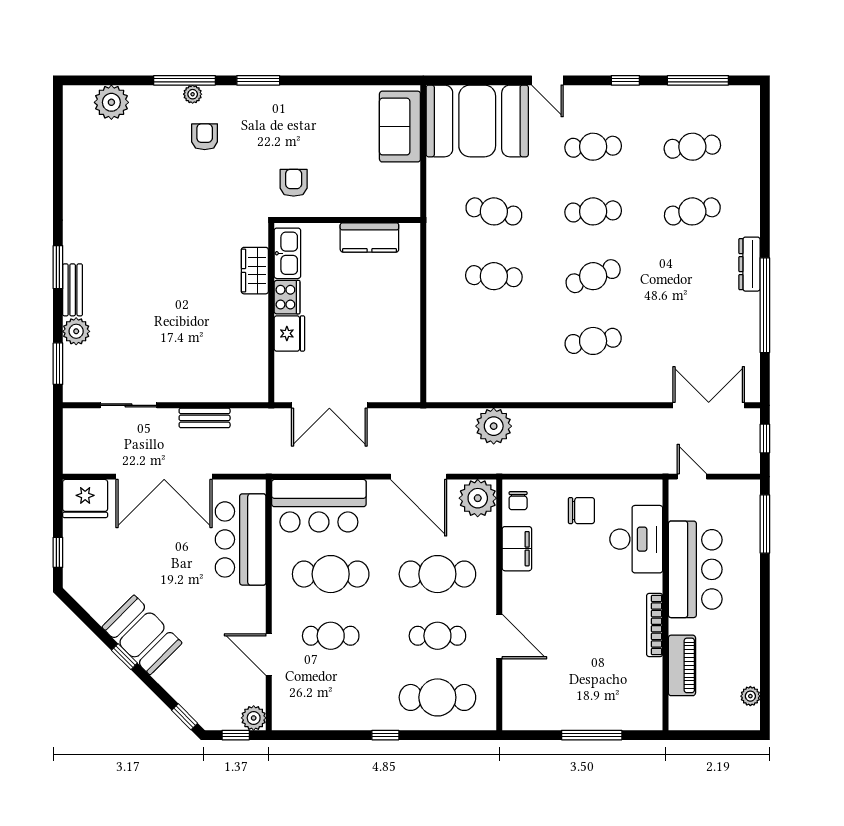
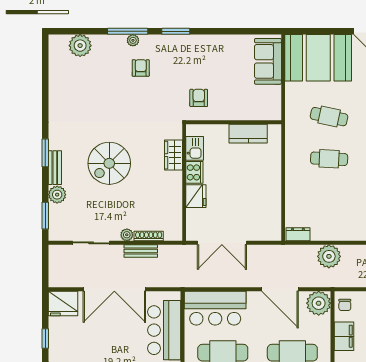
kitchen sink: (287, 253) -> (195, 148), width x0.73
spiral stairs: (156, 283) -> (109, 163), added
dresser: (446, 392) -> (298, 234), added
plant: (183, 393) -> (127, 235), added
shoe rack: (217, 395) -> (149, 236), added

